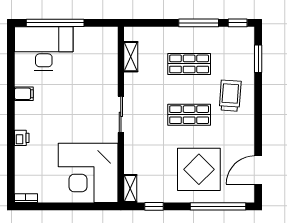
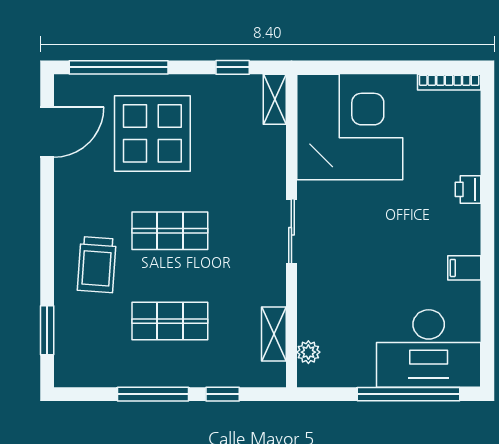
window: (238, 23) -> (223, 394), moved
plant: (111, 46) -> (308, 352), added
bookcase: (26, 198) -> (449, 82), width x1.56

